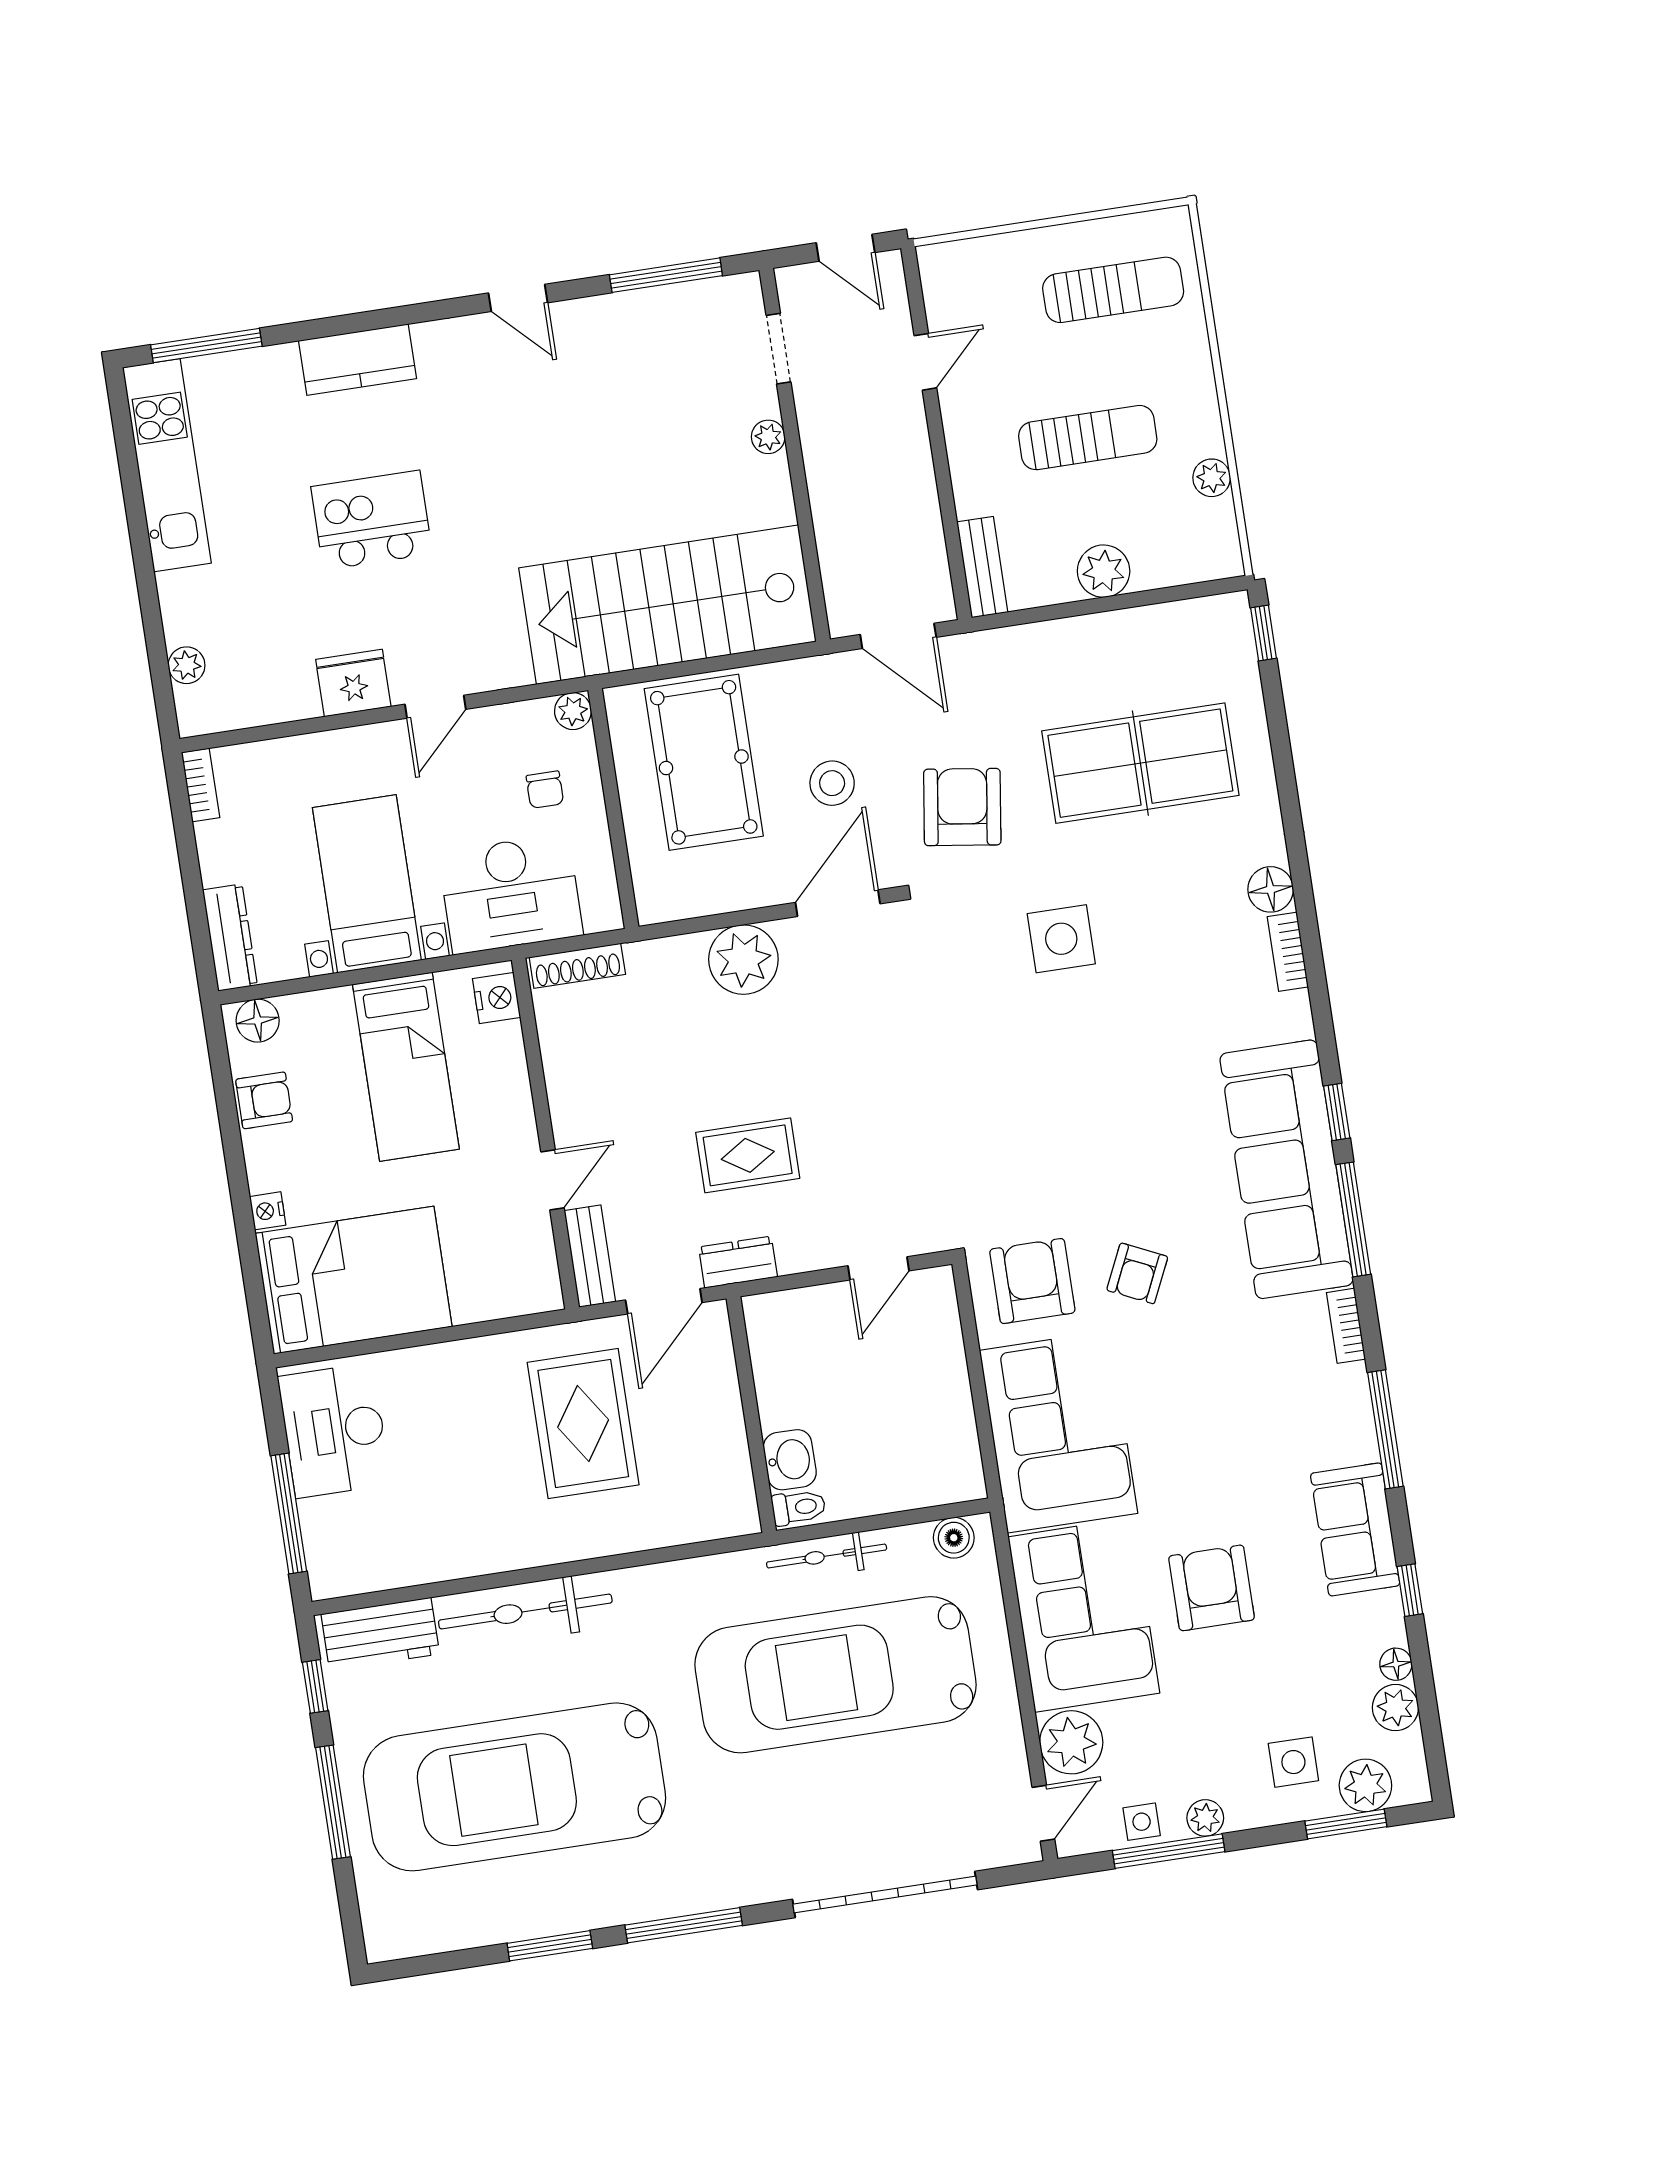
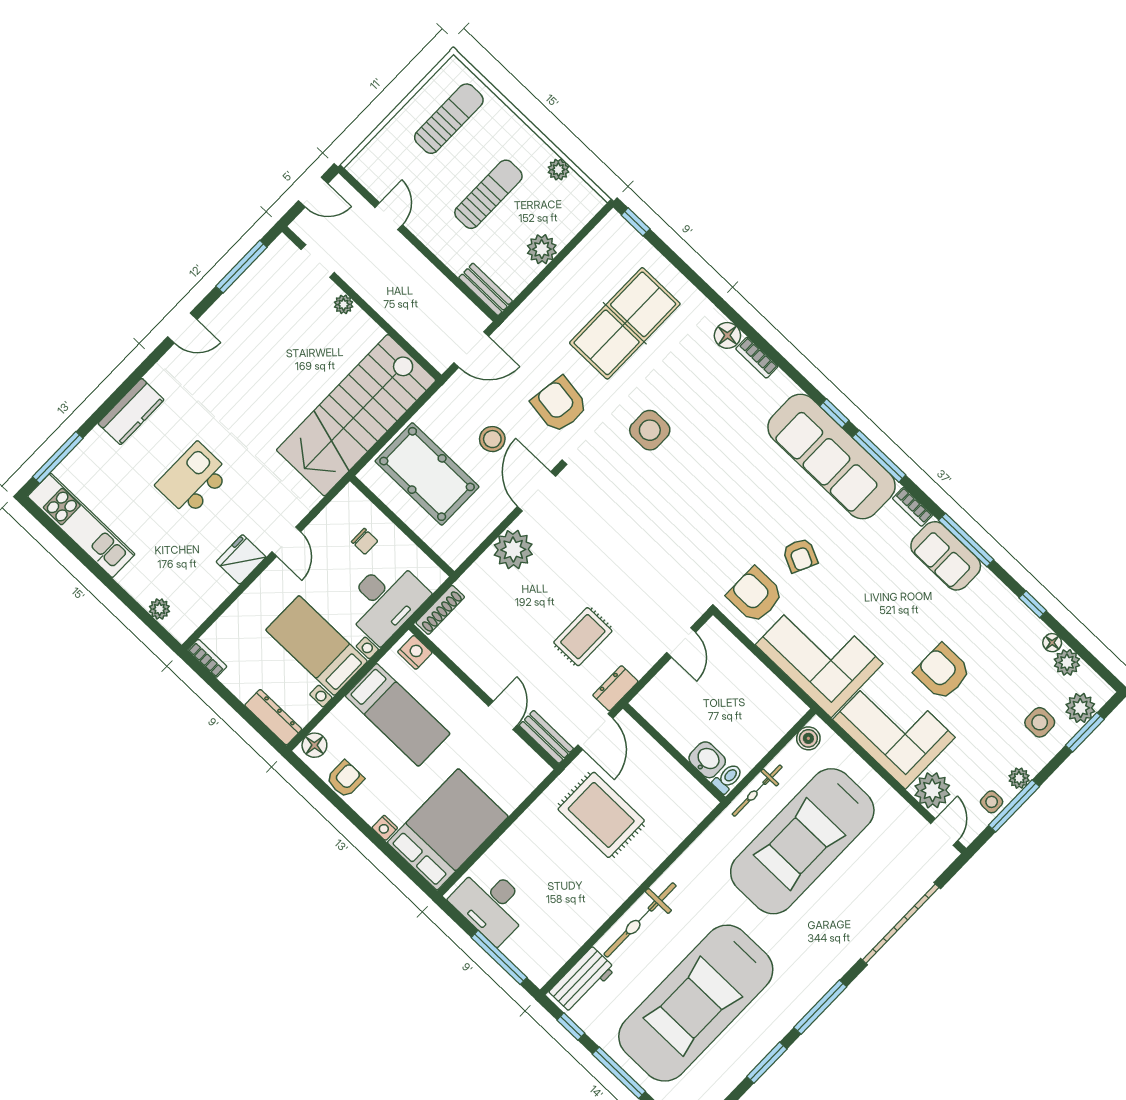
plant: (573, 711) -> (350, 496), removed
sofa: (1355, 1529) -> (946, 556), moved

